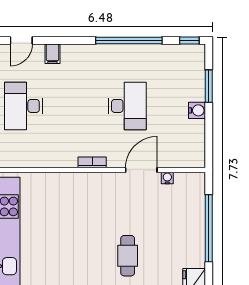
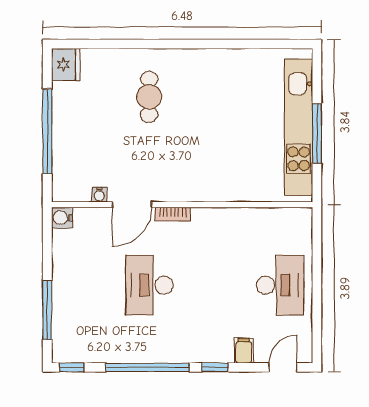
window: (75, 41) -> (215, 367), added
window: (209, 86) -> (47, 310), width x1.44
water cooler: (197, 110) -> (62, 218), moved
bookcase: (92, 162) -> (173, 214), moved

